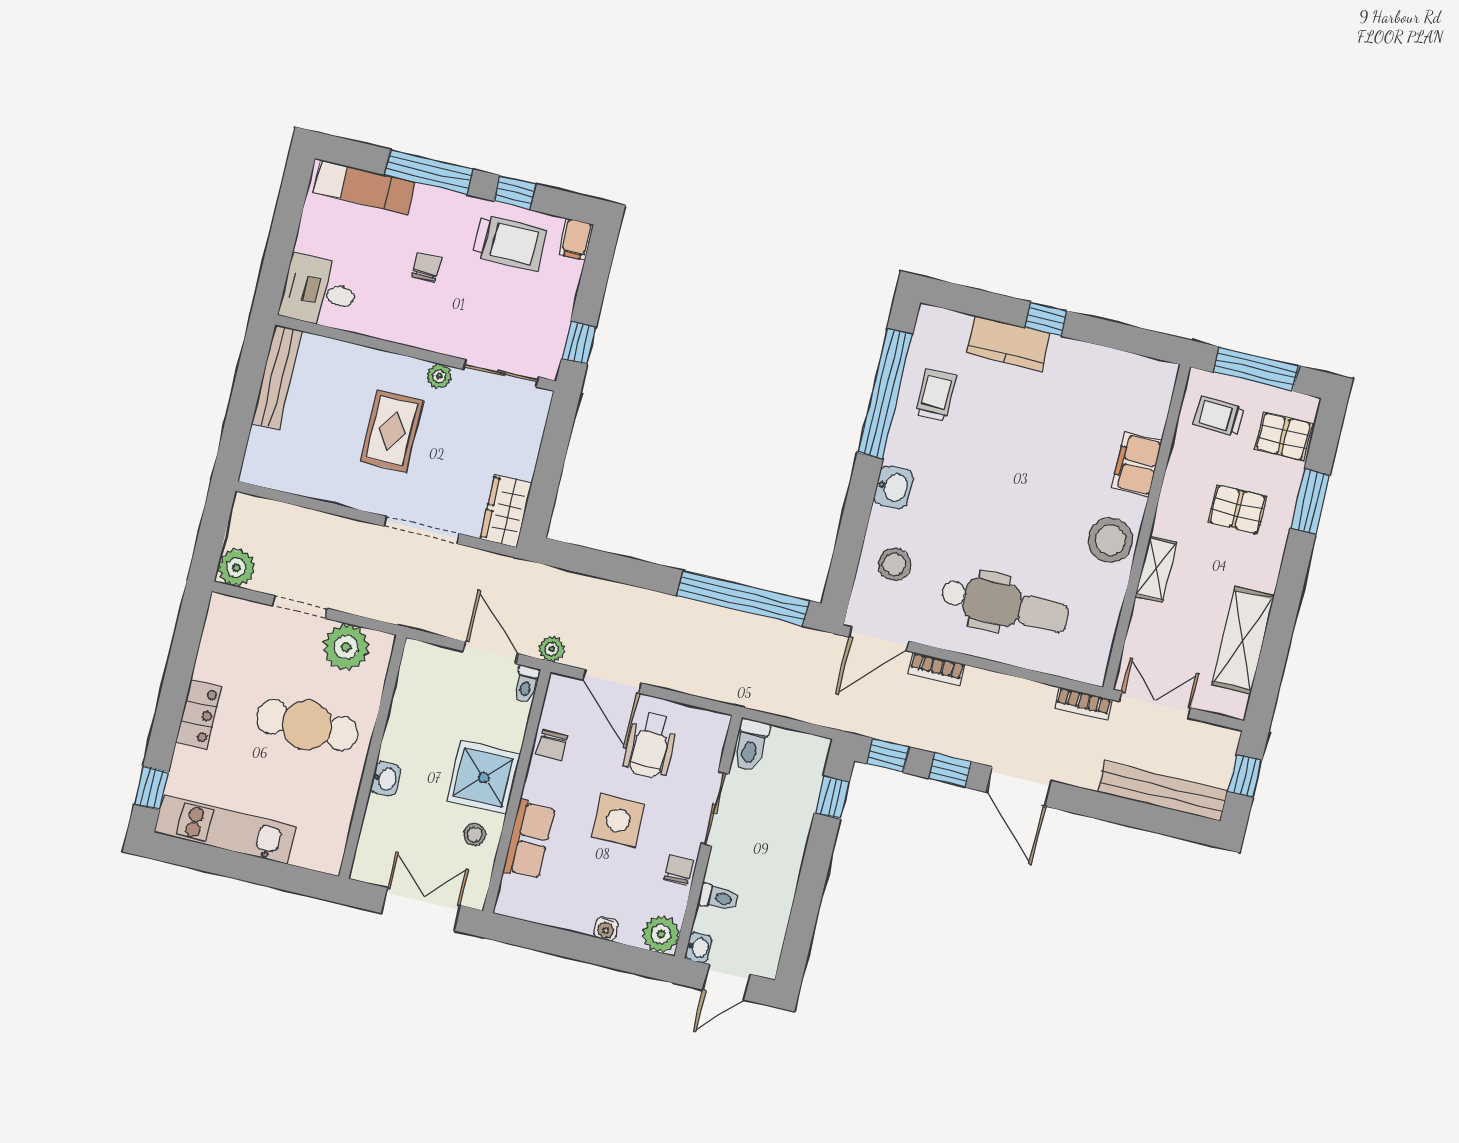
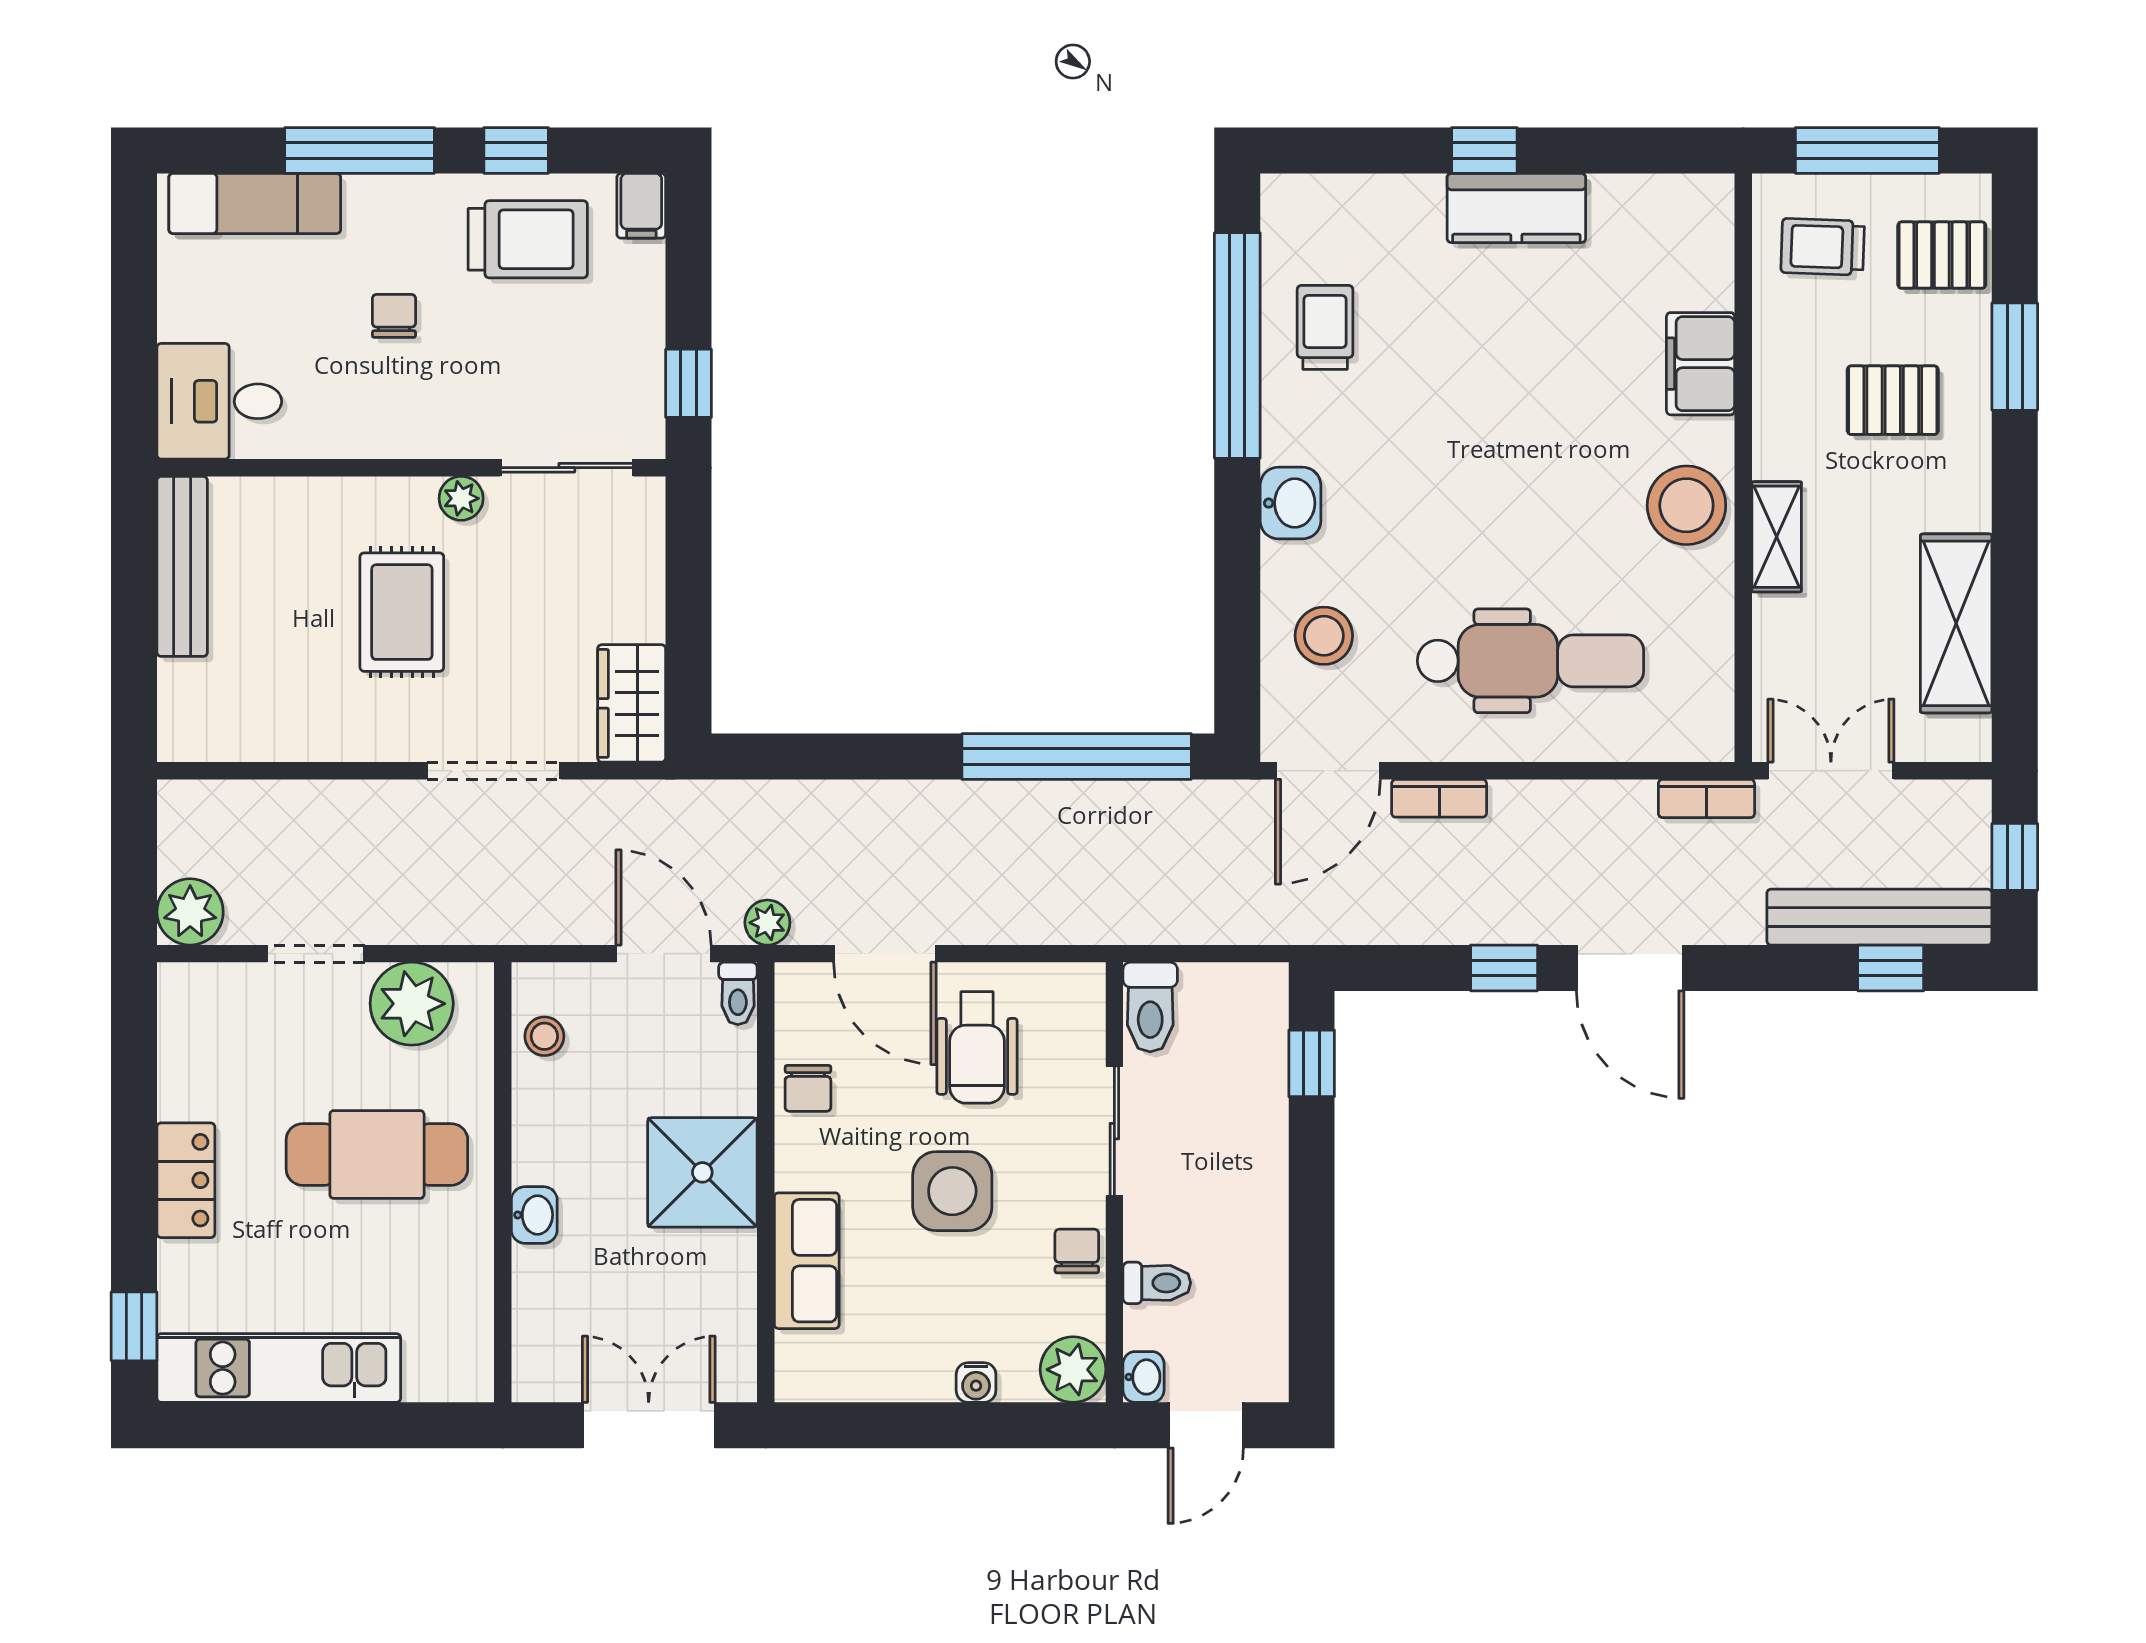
kitchen counter: (1008, 343) -> (1516, 208), moved
window: (888, 755) -> (1891, 968), moved
stool: (475, 834) -> (544, 1036), moved

